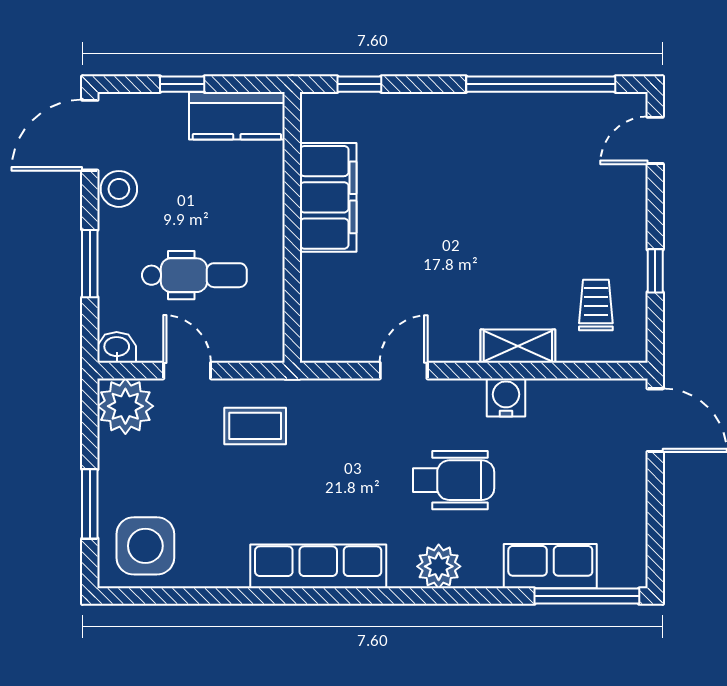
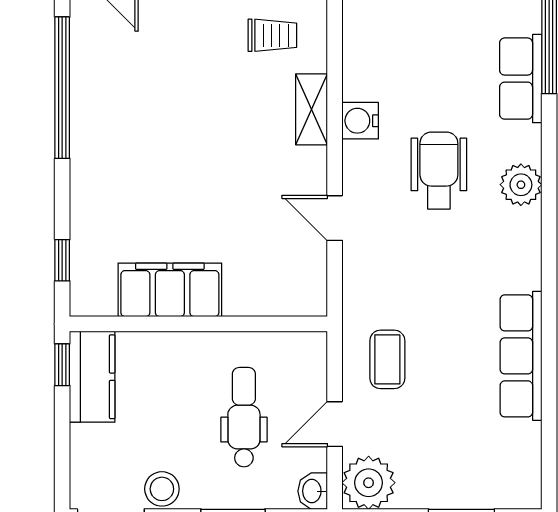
window: (182, 84) -> (62, 365), moved
trolley: (596, 305) -> (272, 35), turned 180
side table: (145, 546) -> (501, 464), removed
row of seats: (318, 566) -> (521, 356), moved

